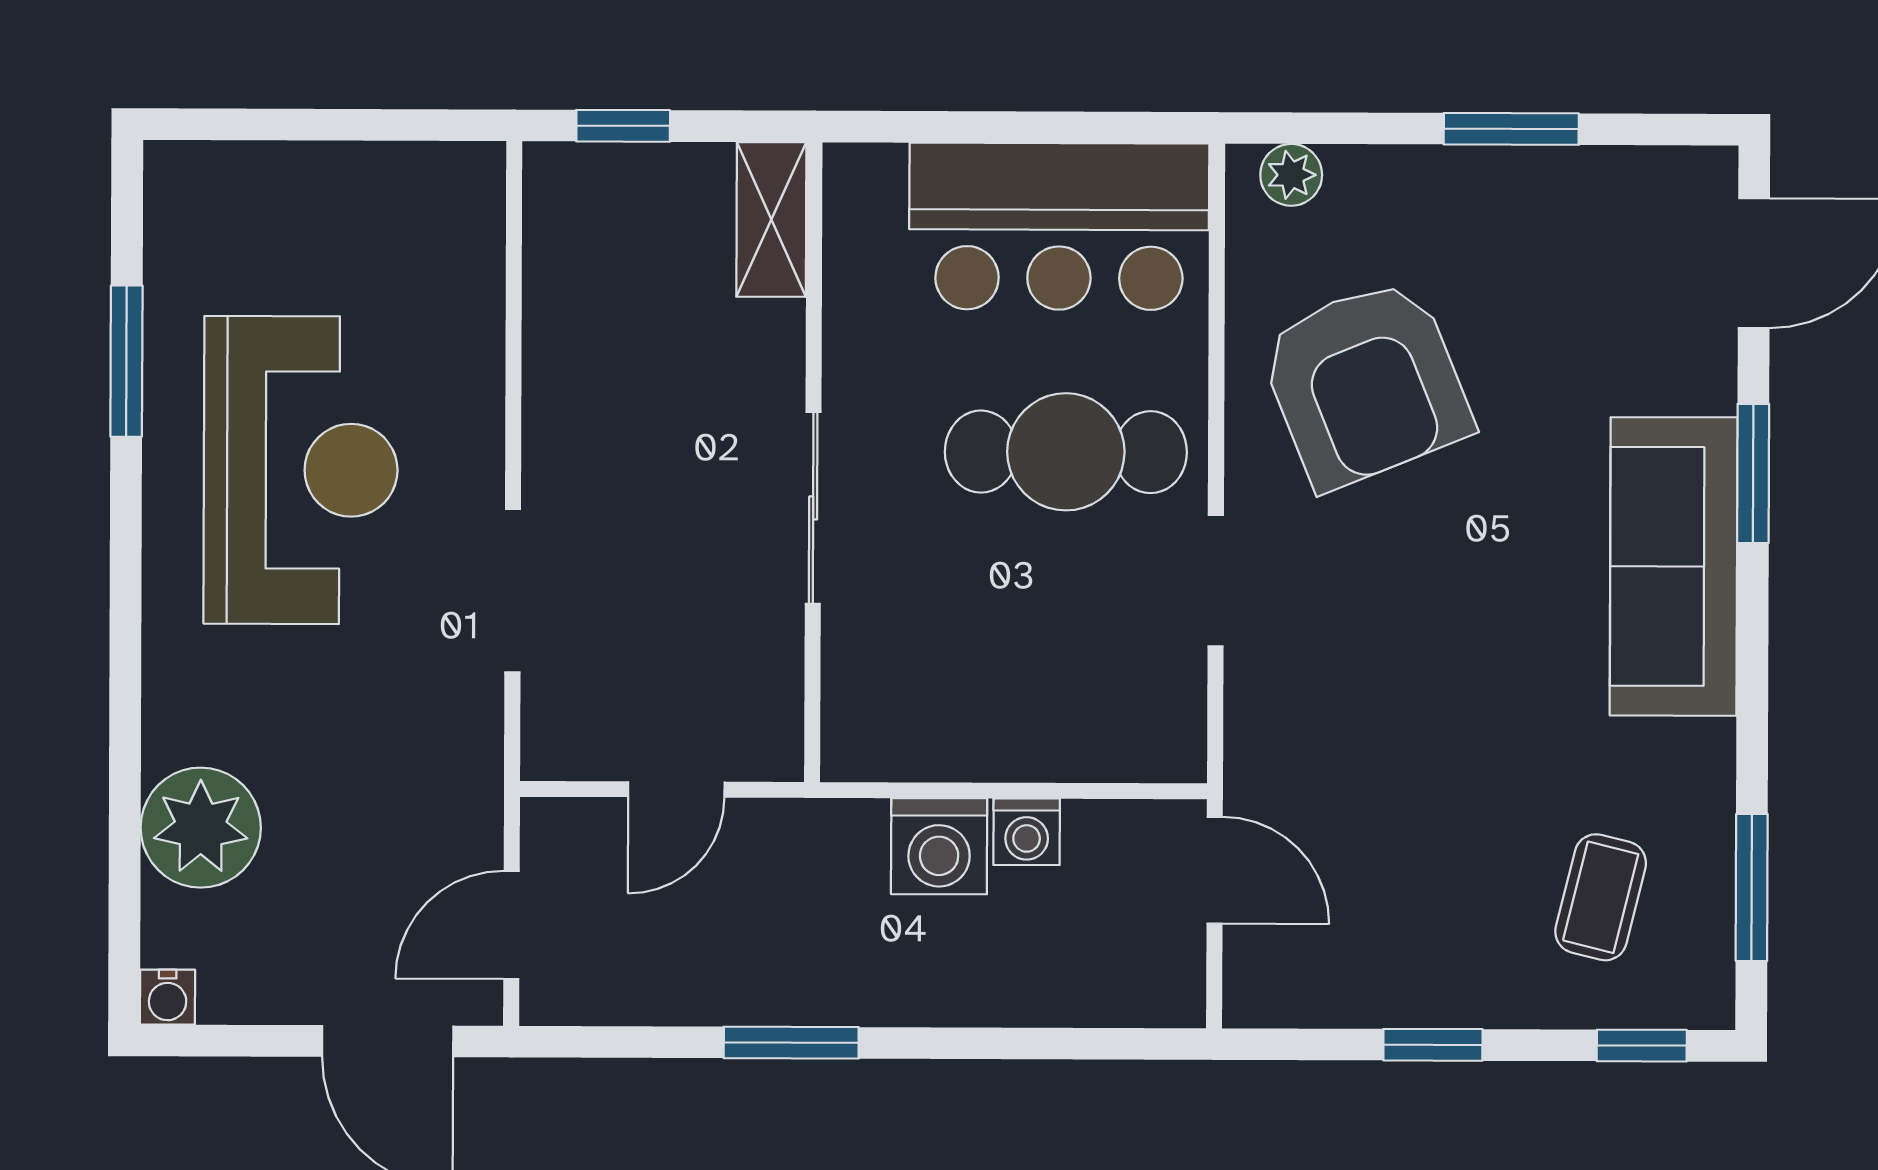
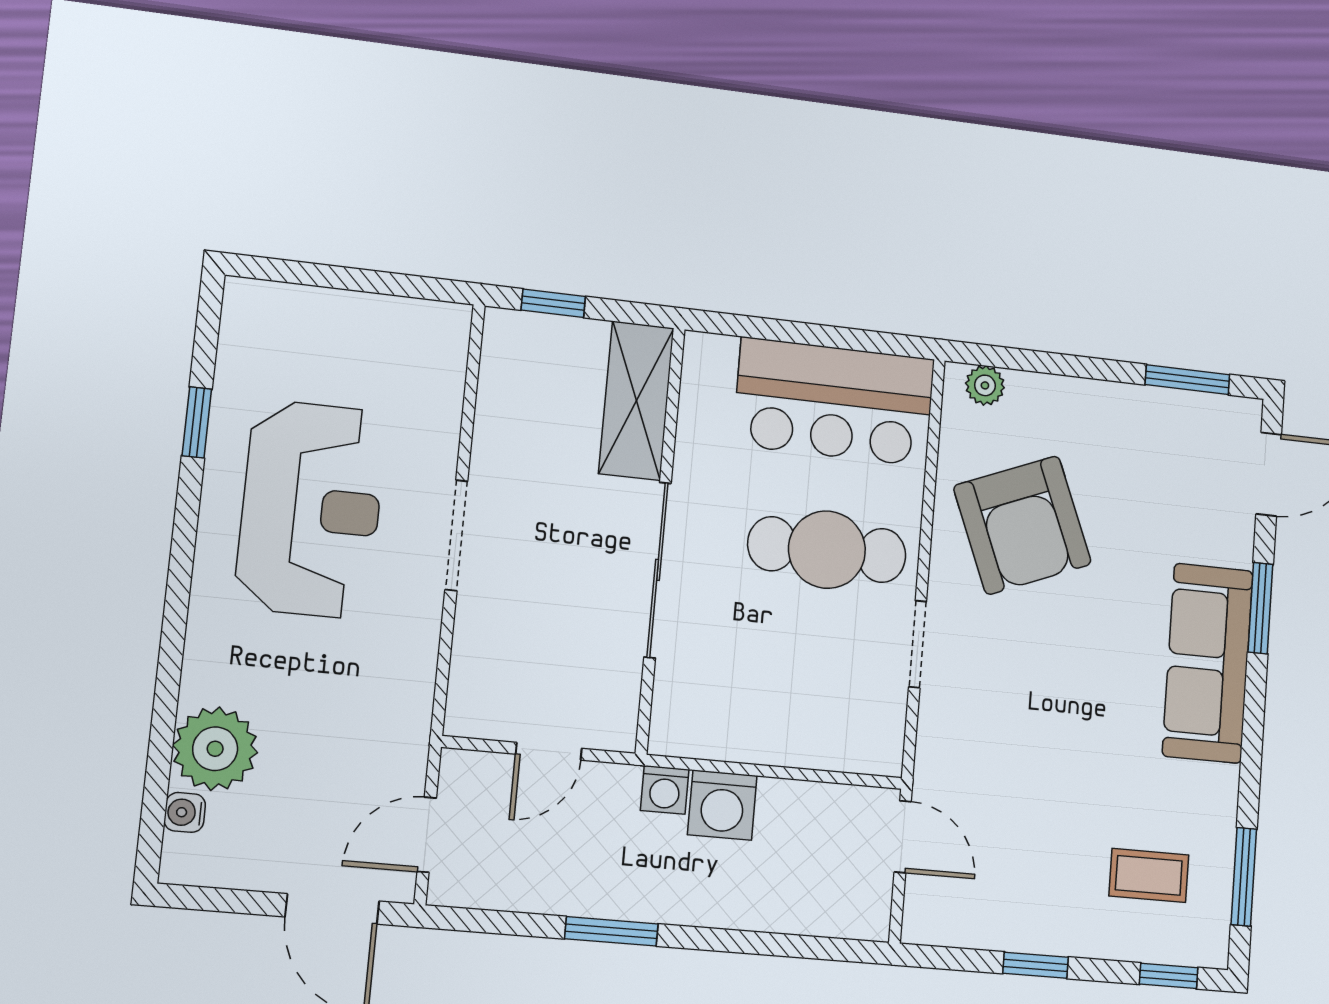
window: (1511, 129) -> (1187, 380), moved
shelving: (771, 219) -> (636, 401), width x1.50, depth x1.33
window: (126, 361) -> (197, 422), width x0.67
sliding door: (813, 508) -> (658, 570), width x1.37
doorway: (513, 591) -> (456, 535), moved
washing machine: (1027, 832) -> (665, 790), moved
coffee table: (1601, 897) -> (1149, 875), turned 76
water cooler: (168, 997) -> (185, 812), moved, turned 90

